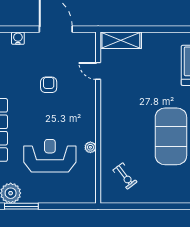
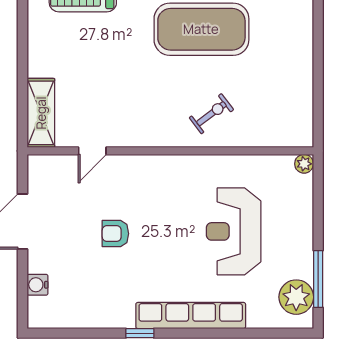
plant: (90, 147) -> (304, 164), moved
exercise bike: (125, 176) -> (211, 114), moved

